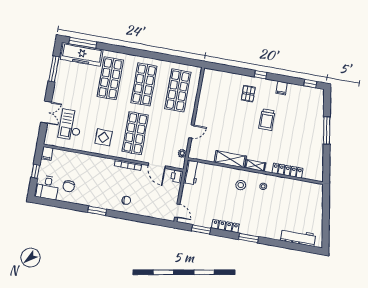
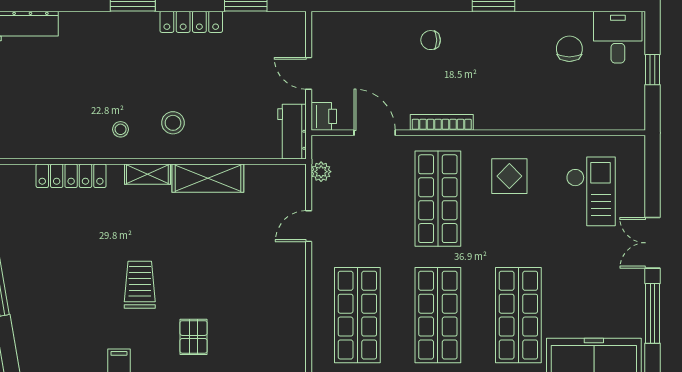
double door: (46, 112) -> (652, 243), moved
filing cabinet: (47, 153) -> (633, 116), removed
door: (177, 211) -> (309, 73), moved

